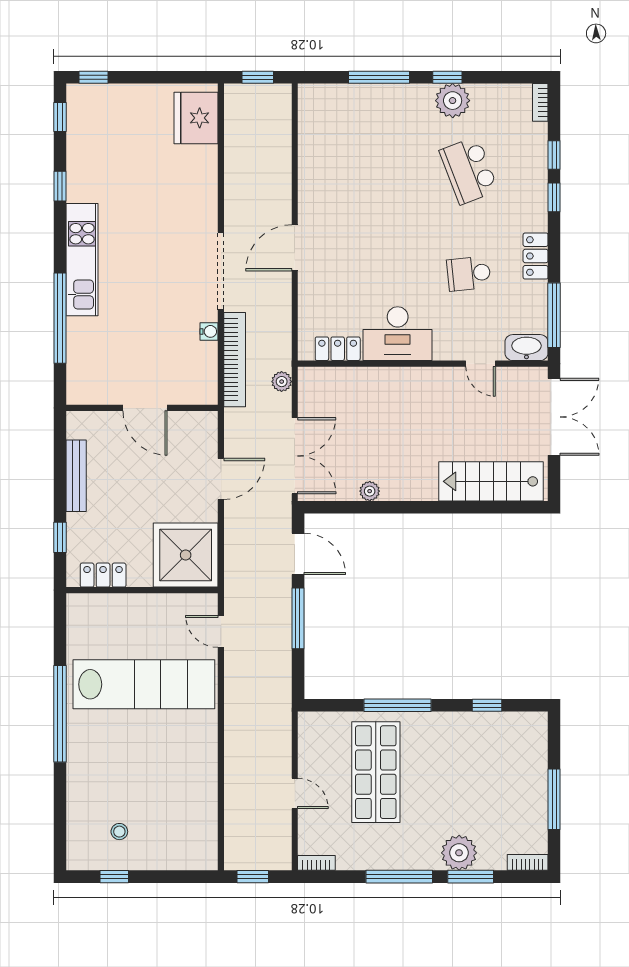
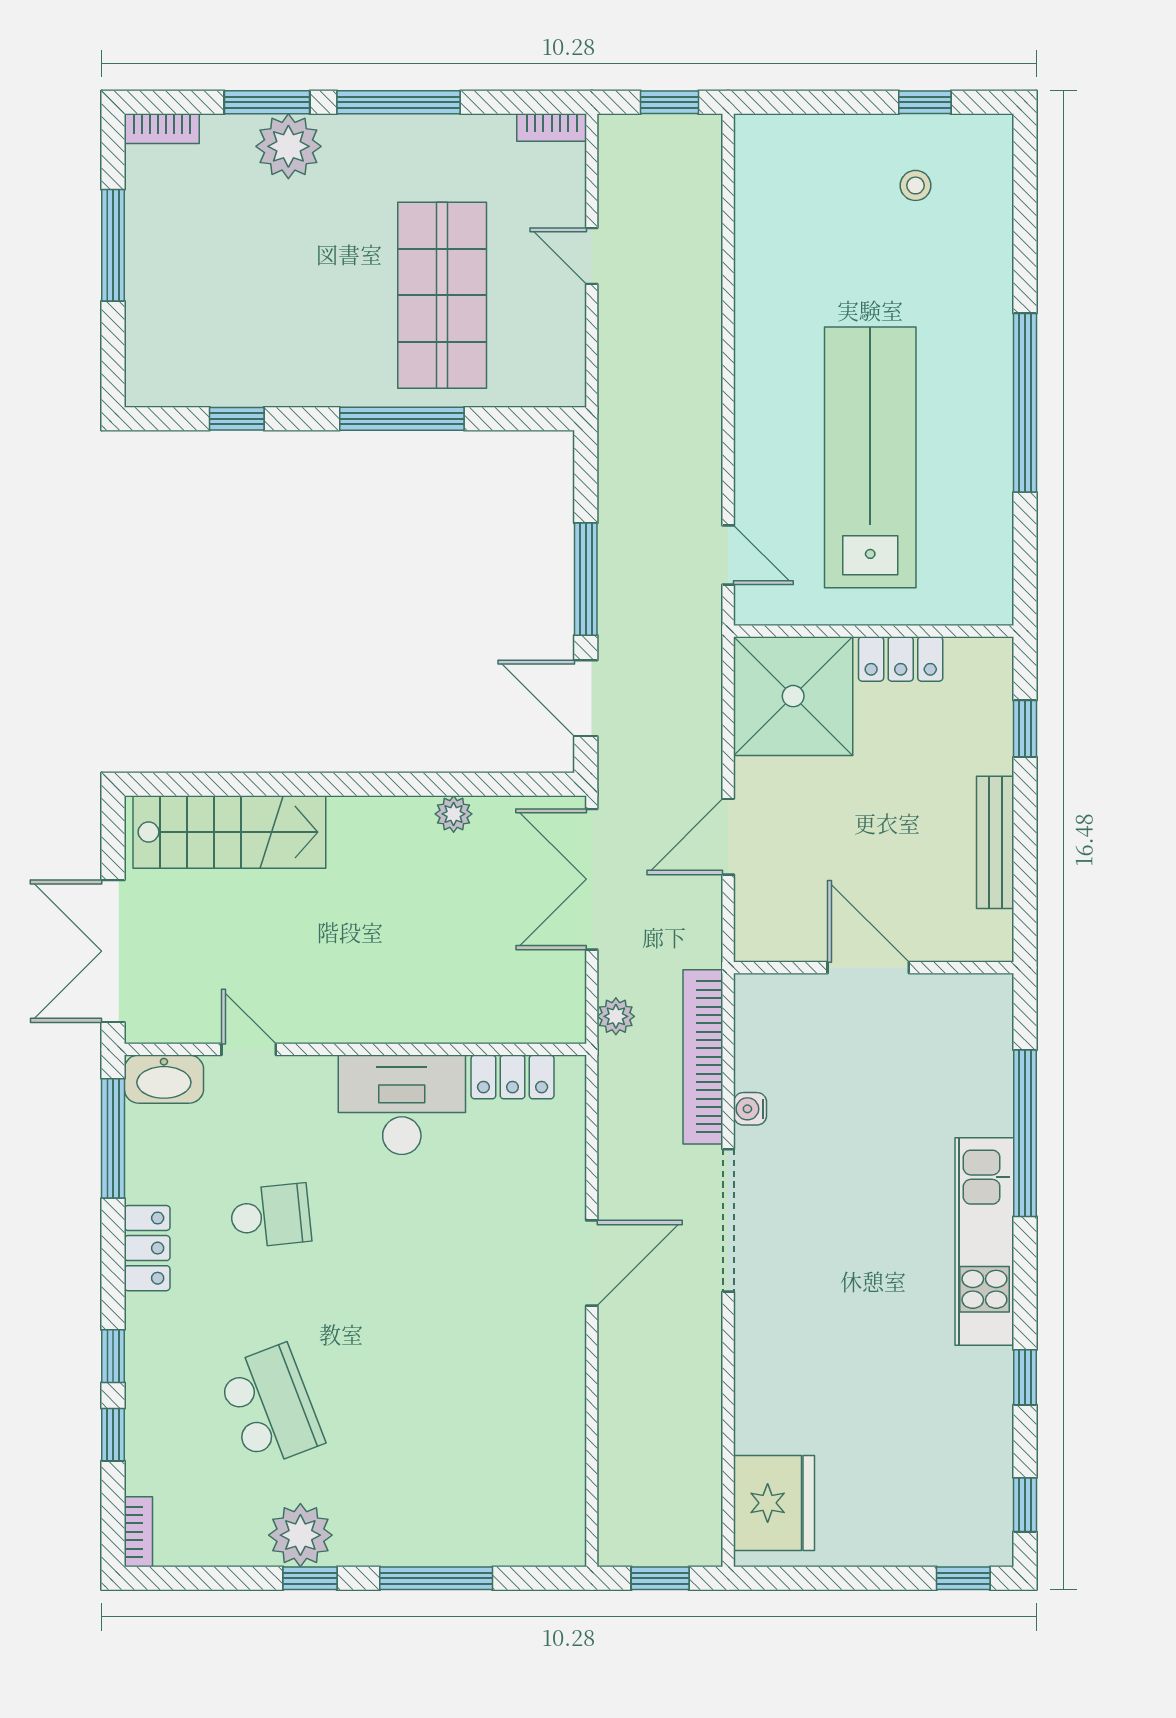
locker: (103, 575) -> (901, 659), moved
lab bench: (144, 684) -> (870, 457), turned 90

